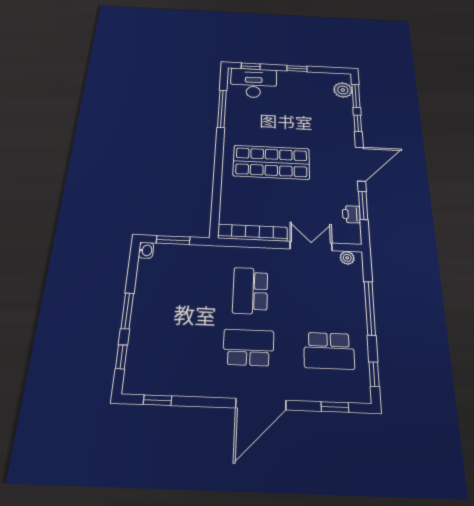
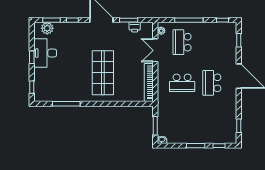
desk: (254, 83) -> (45, 53), moved
school desk: (329, 351) -> (182, 42), moved, turned 180

